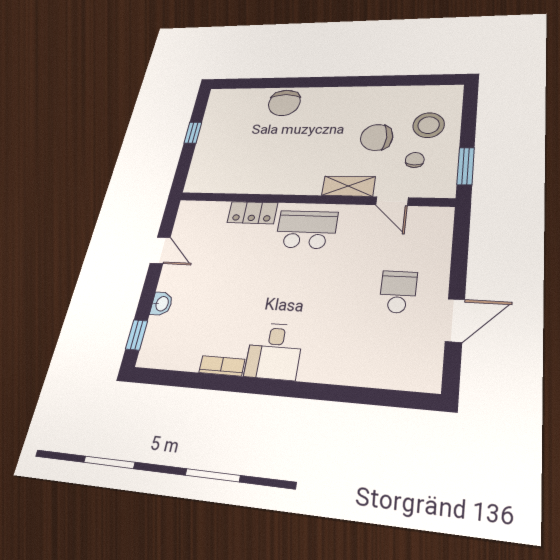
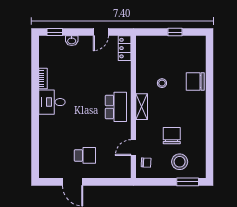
stool: (277, 152) -> (162, 83), added
chair: (415, 160) -> (146, 163), moved
window: (466, 166) -> (188, 182), moved
shelving: (348, 186) -> (142, 107), moved
locker: (252, 213) -> (125, 48), moved

